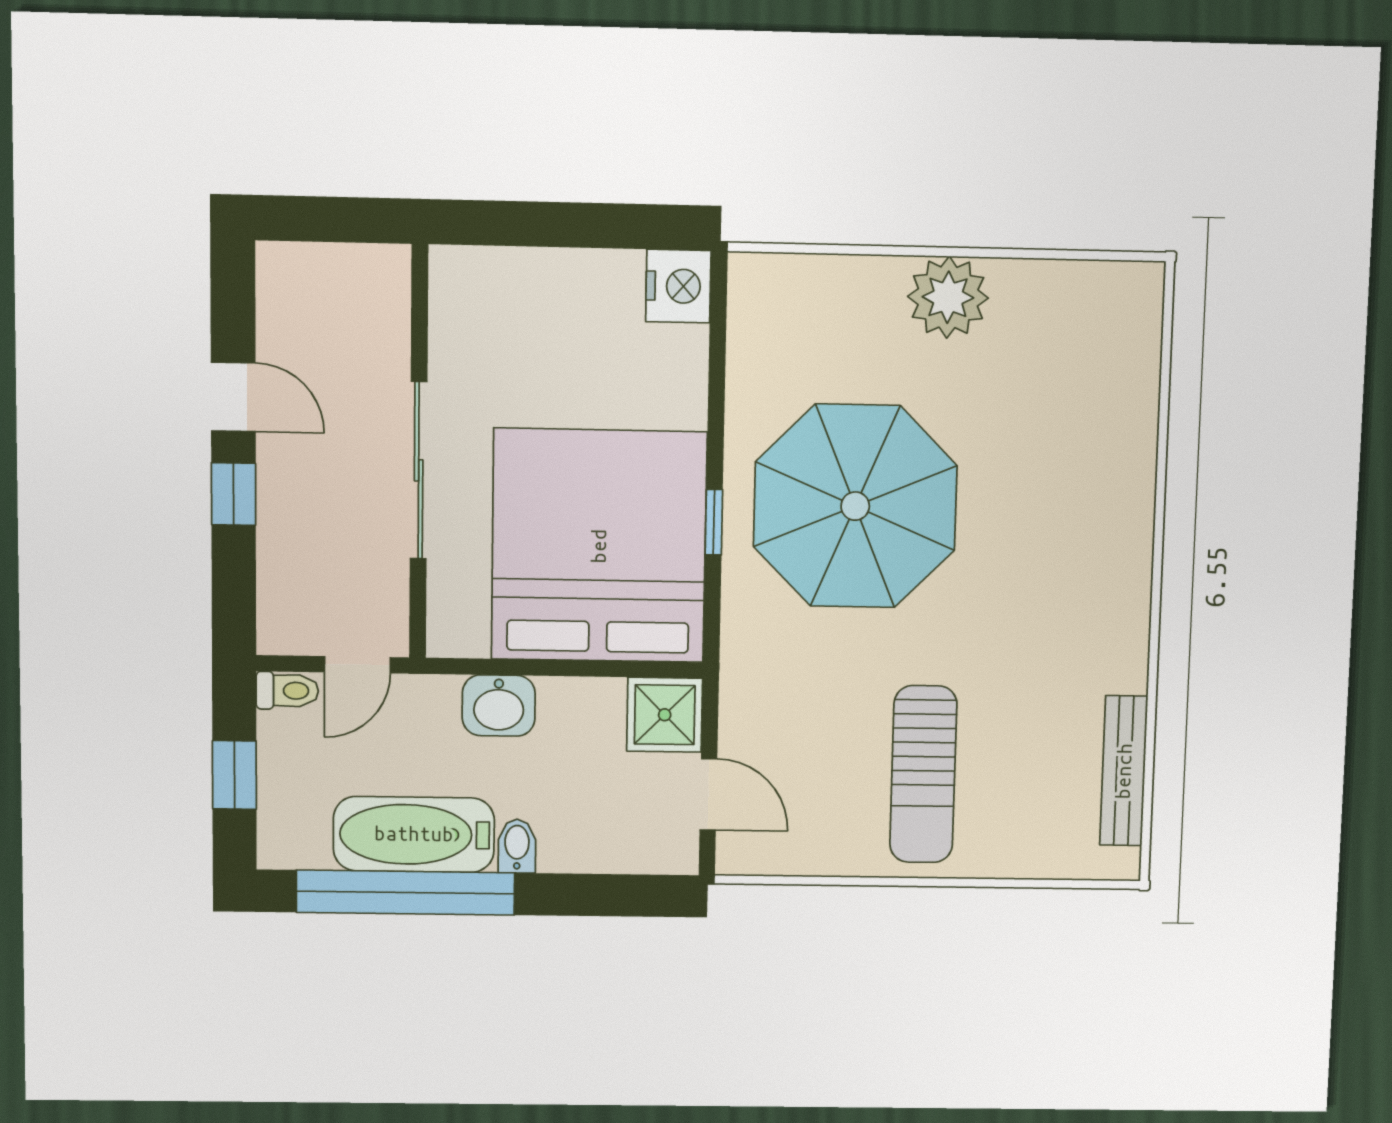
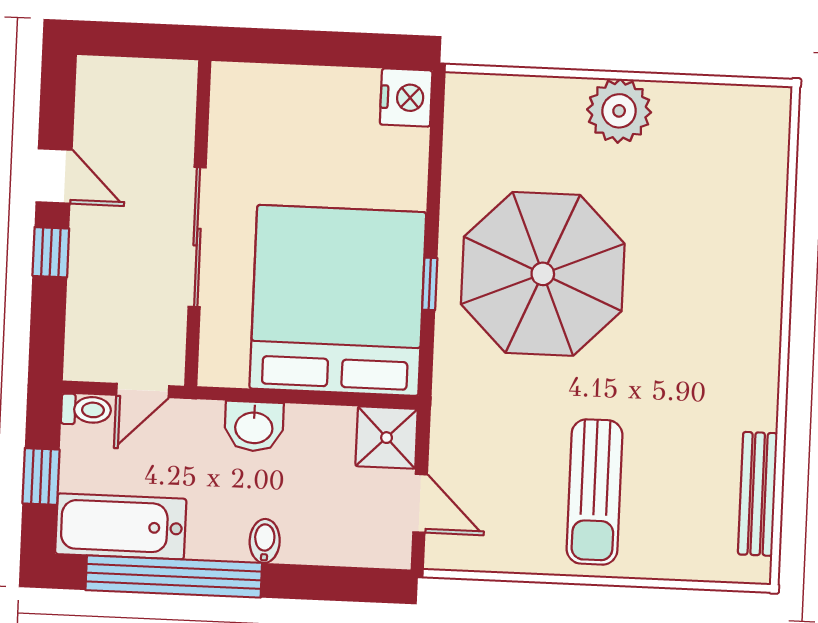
bathtub: (414, 834) -> (121, 526), moved

